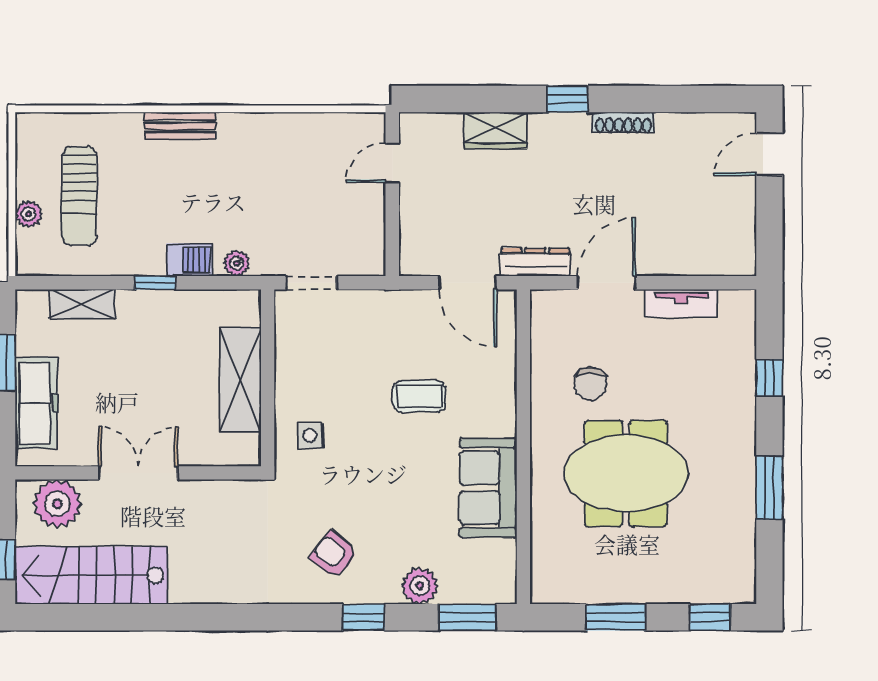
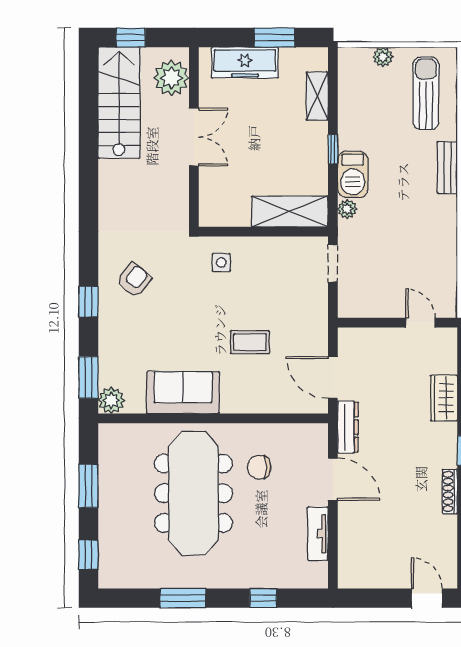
sun lounger: (79, 196) -> (426, 93), moved, turned 90
barbecue: (189, 260) -> (353, 174), width x1.38, depth x1.27
door: (468, 283) -> (333, 378), hinge flipped
shelving: (240, 380) -> (290, 211), moved
coffee table: (419, 396) -> (250, 342), turned 90
meeting table: (626, 473) -> (193, 493), width x1.36
plant: (420, 586) -> (111, 400), moved

